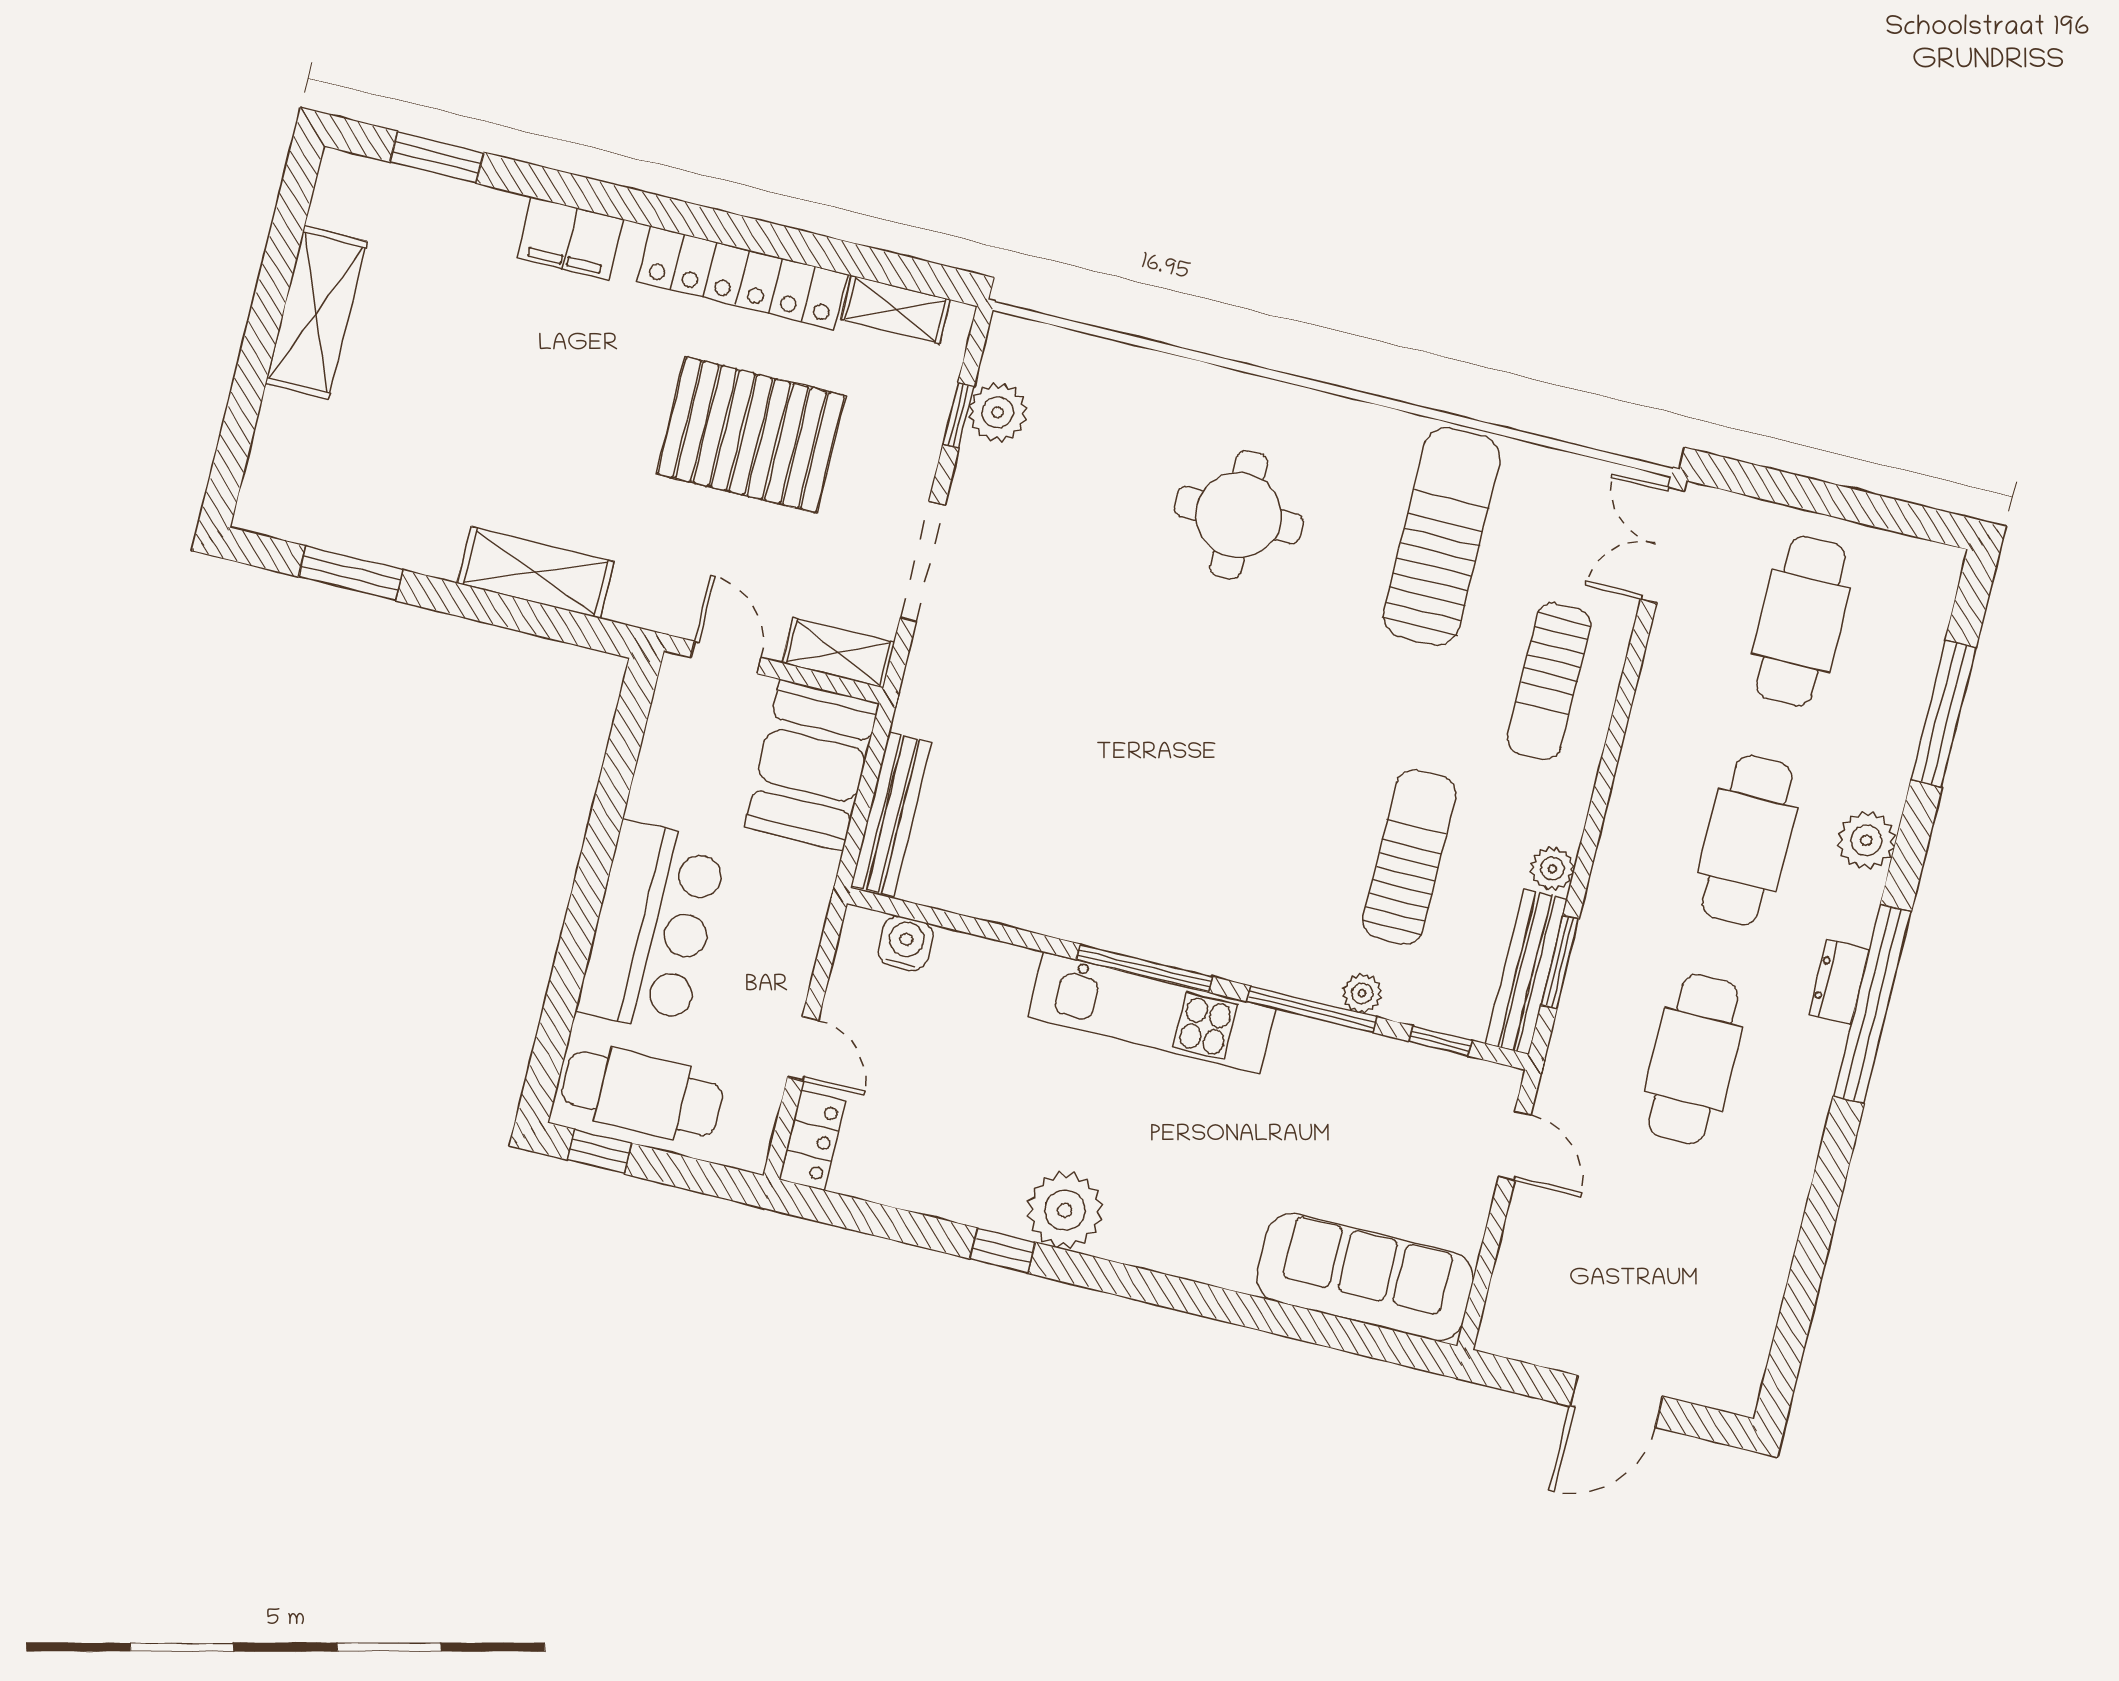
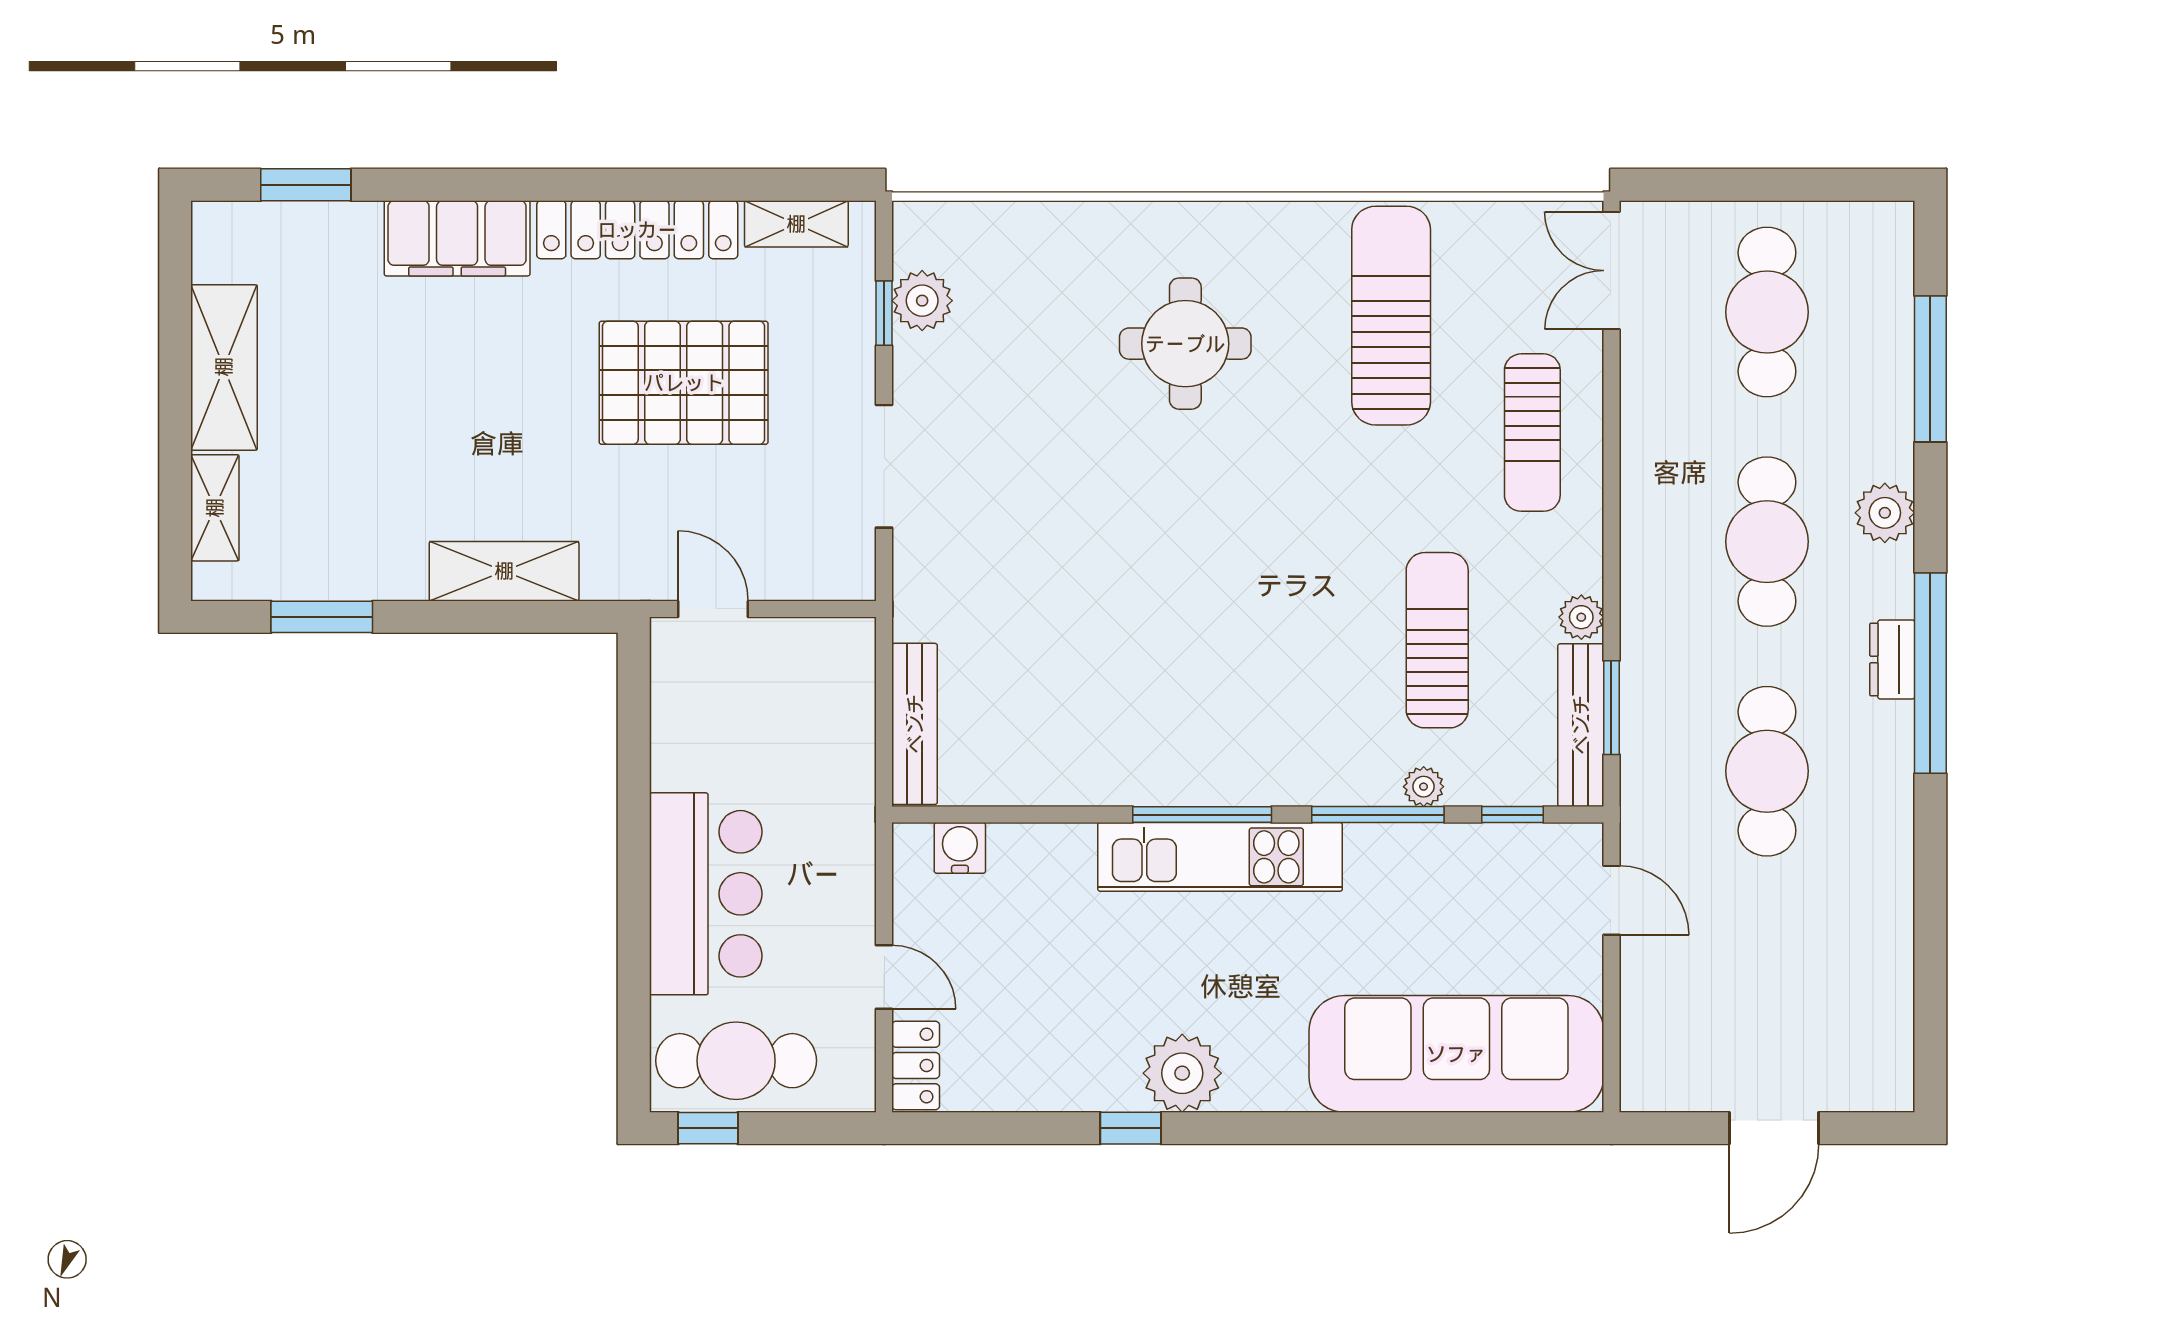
filing cabinet: (570, 239) -> (457, 238), width x1.50, depth x1.17
shelving: (838, 653) -> (215, 508), moved, turned 90
booth: (812, 765) -> (824, 695), removed
sofa: (1365, 1277) -> (1456, 1054), width x1.36, depth x1.27

